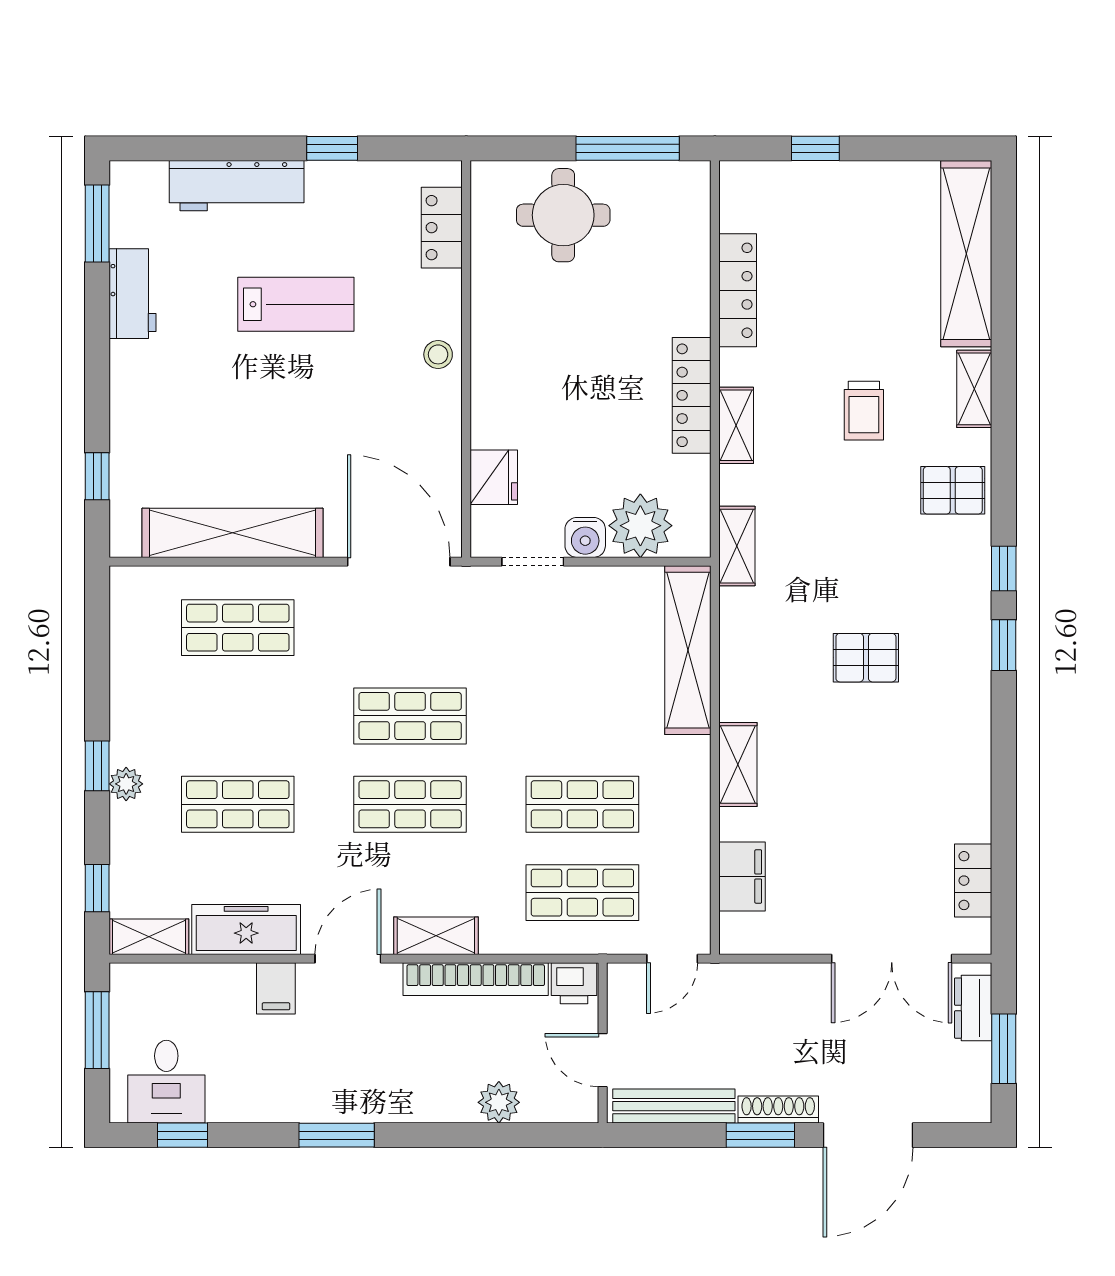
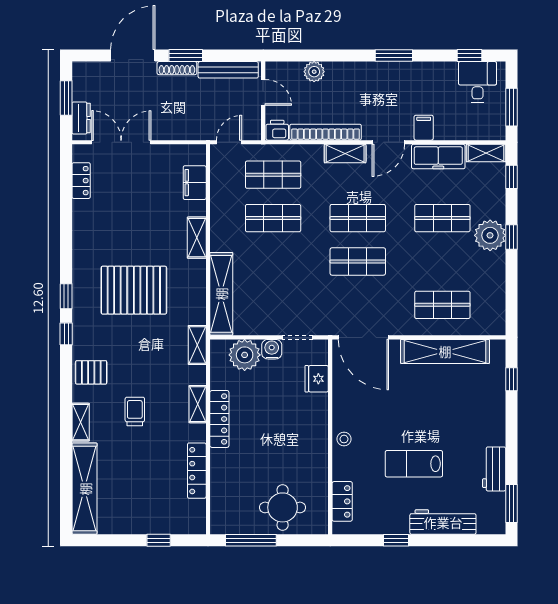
pallet: (866, 658) -> (134, 290), width x2.05, depth x2.00
plant: (126, 784) -> (490, 235), width x1.87, depth x1.87

